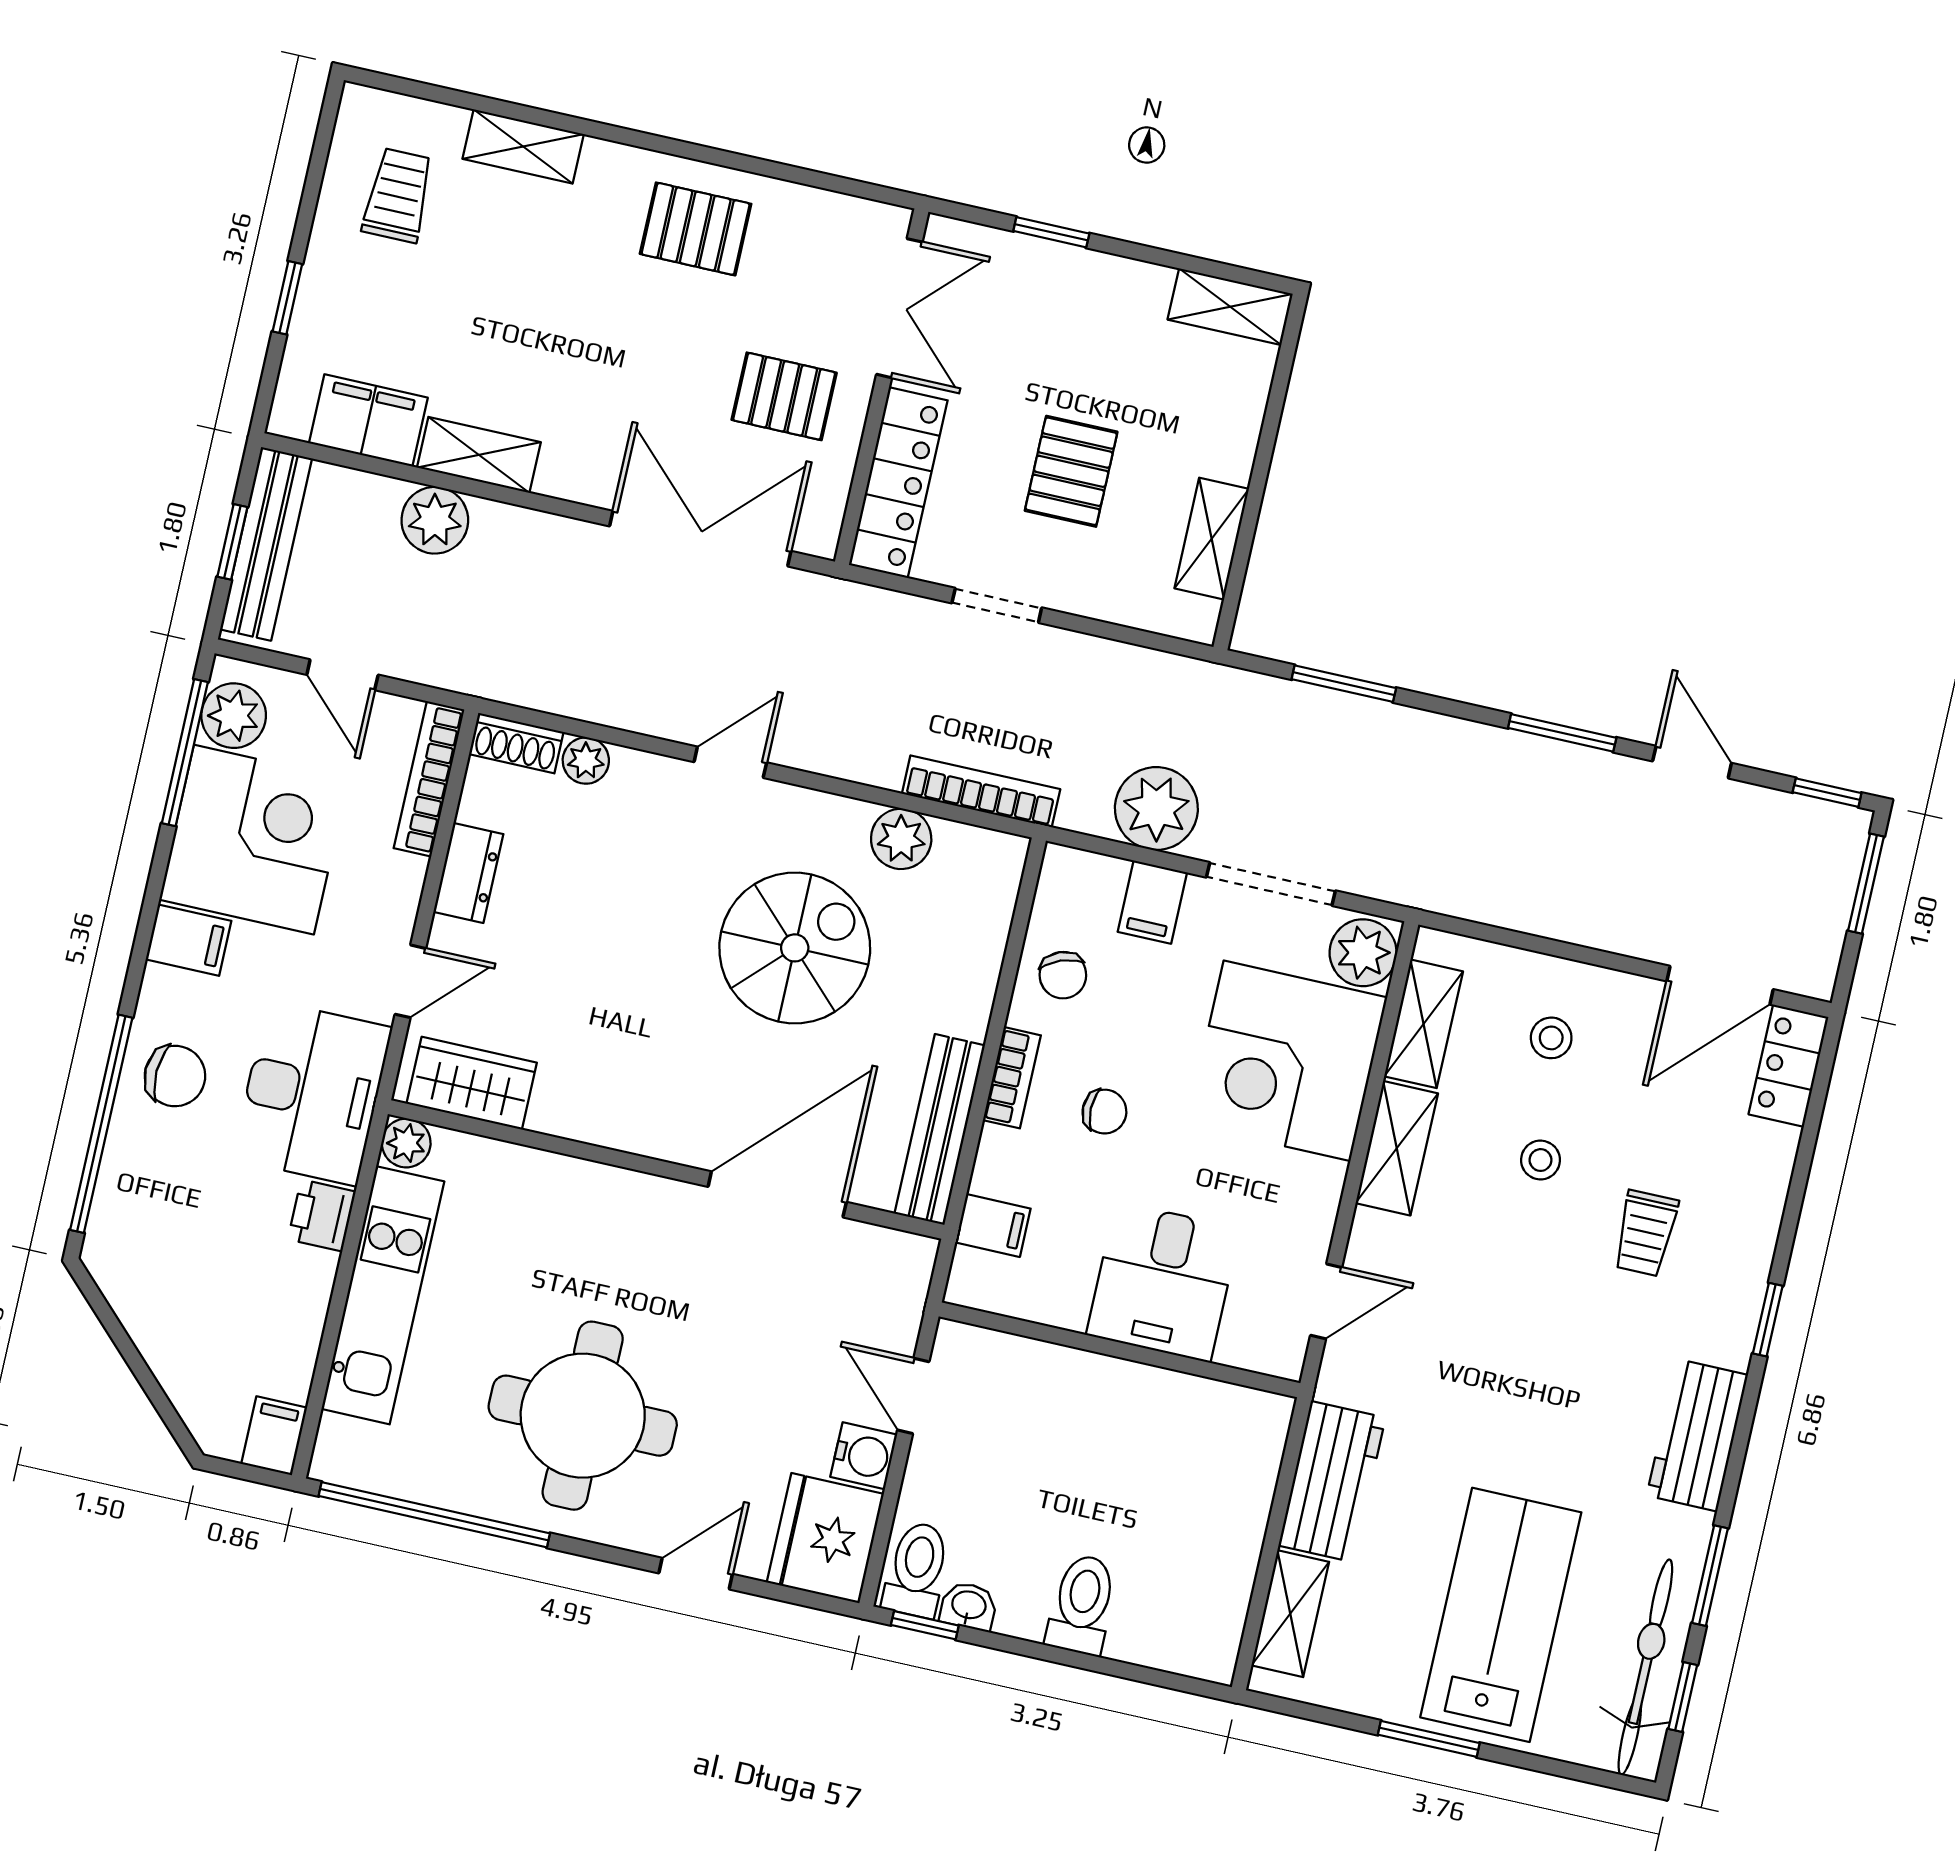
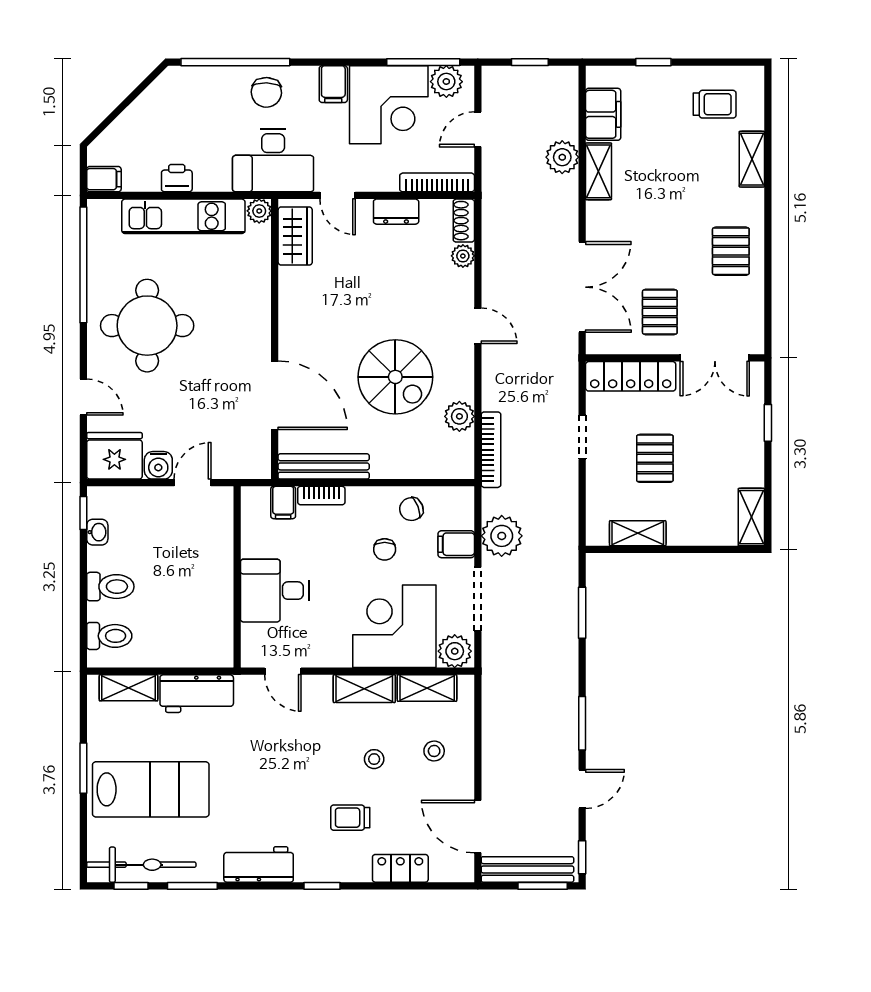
pallet: (1071, 471) -> (655, 458), turned 90
bench: (266, 544) -> (527, 869), moved
locker: (1789, 1066) -> (400, 868), moved
bookcase: (1012, 1078) -> (321, 496), moved
chair: (1104, 1112) -> (385, 549), moved
printer: (322, 1215) -> (177, 178), moved
toilet: (917, 1570) -> (109, 636), moved

